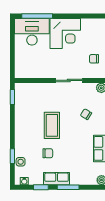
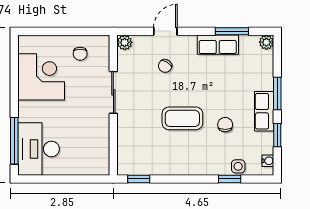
corner desk: (65, 33) -> (41, 77), moved

